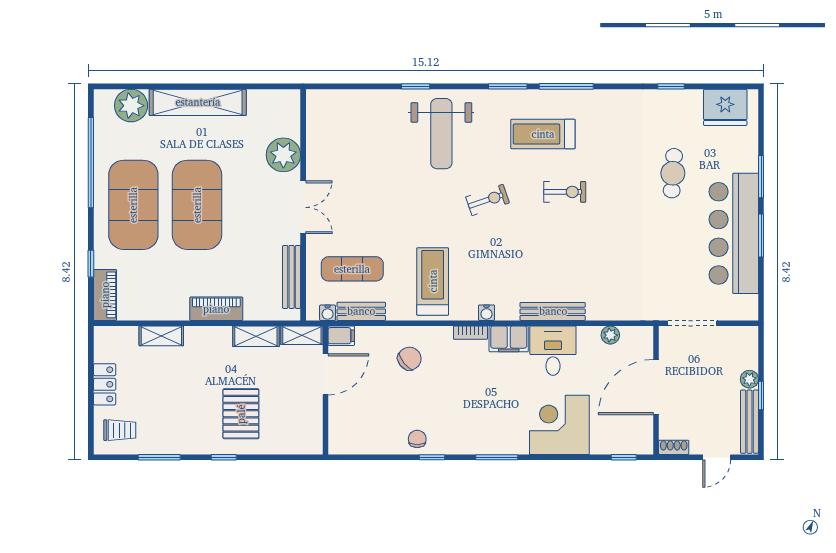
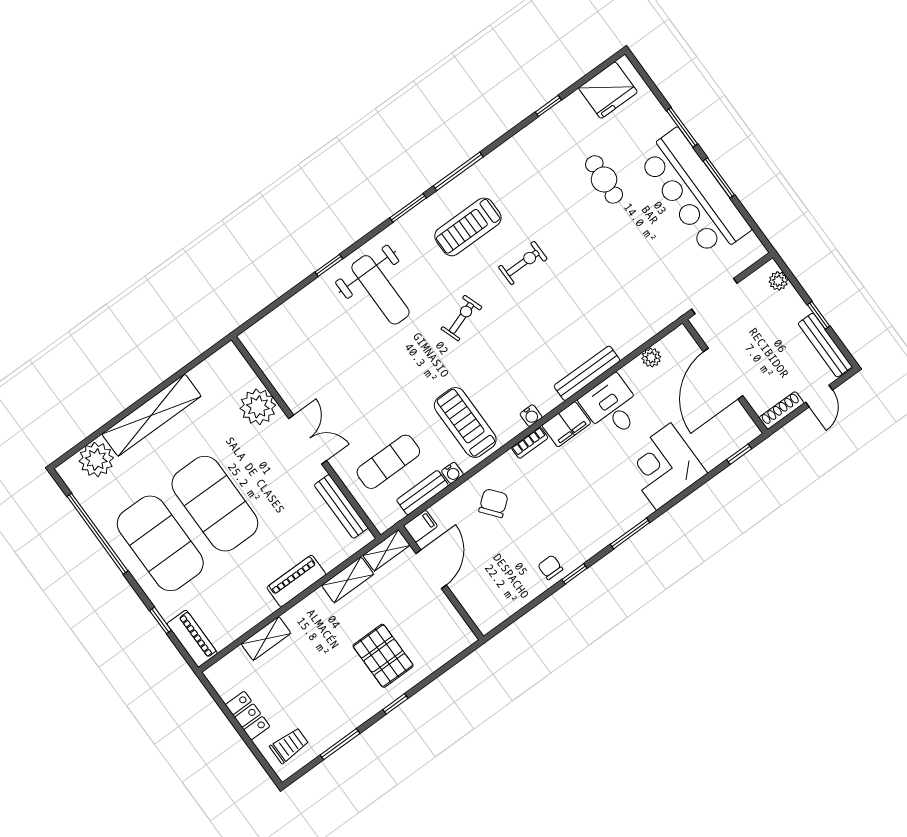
water cooler: (328, 313) -> (452, 473), moved
plant: (749, 379) -> (778, 281), moved
shoe rack: (674, 447) -> (781, 410), width x1.43

